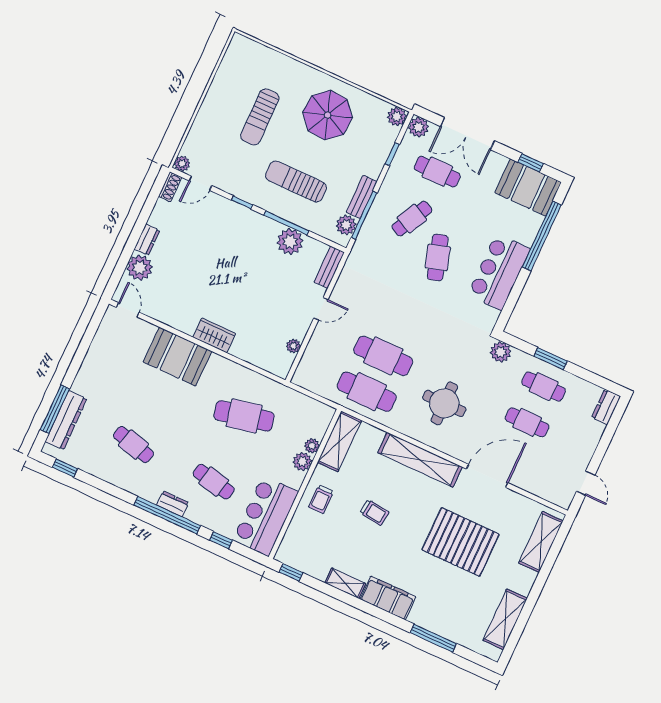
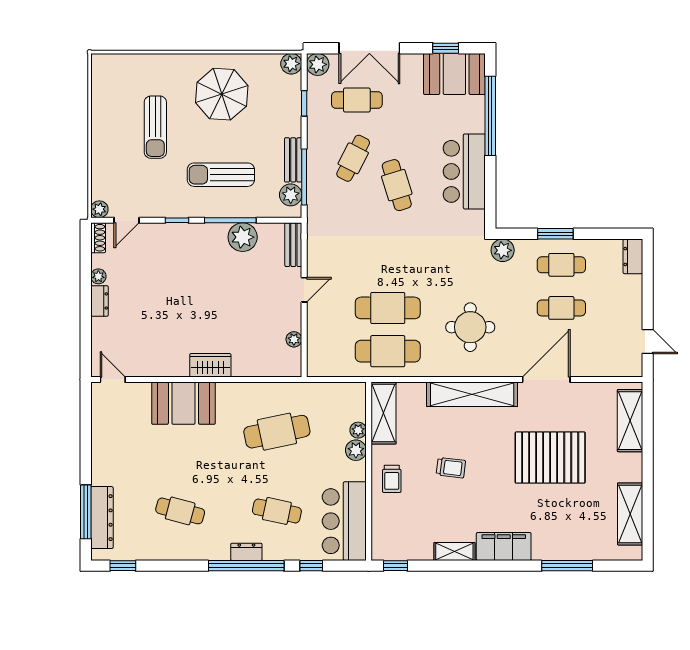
plant: (140, 268) -> (98, 276), moved, width x0.53, depth x0.53

